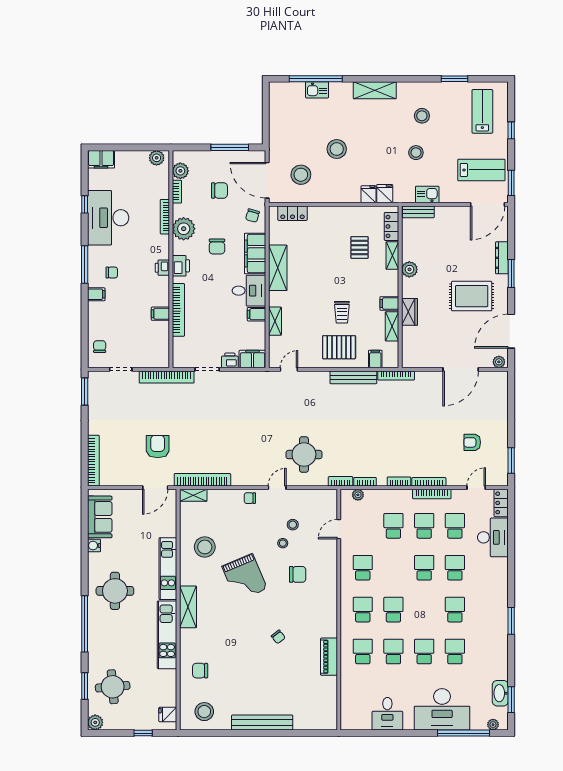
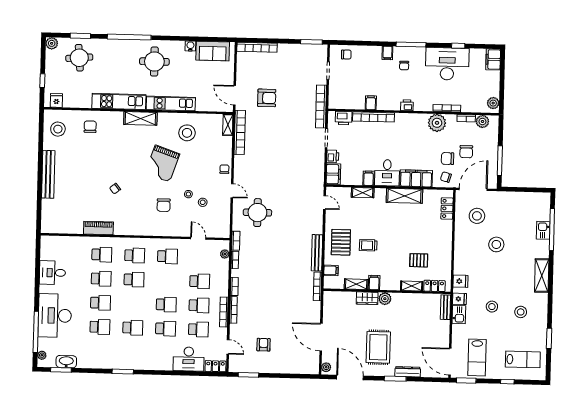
fridge: (368, 194) -> (459, 299), moved
chair: (217, 246) -> (448, 159), moved
printer: (181, 266) -> (344, 118), moved
plant: (409, 269) -> (385, 299), moved
grand piano: (245, 577) -> (162, 163), turned -48

